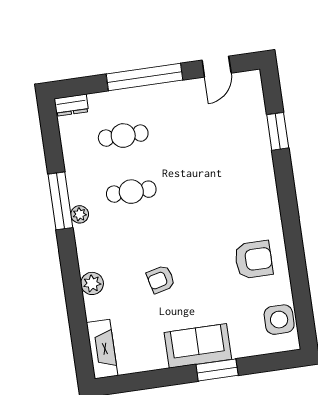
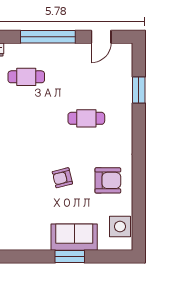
cafe table: (131, 192) -> (86, 118), moved
armchair: (161, 279) -> (62, 178), moved
sofa: (198, 346) -> (74, 237), moved

